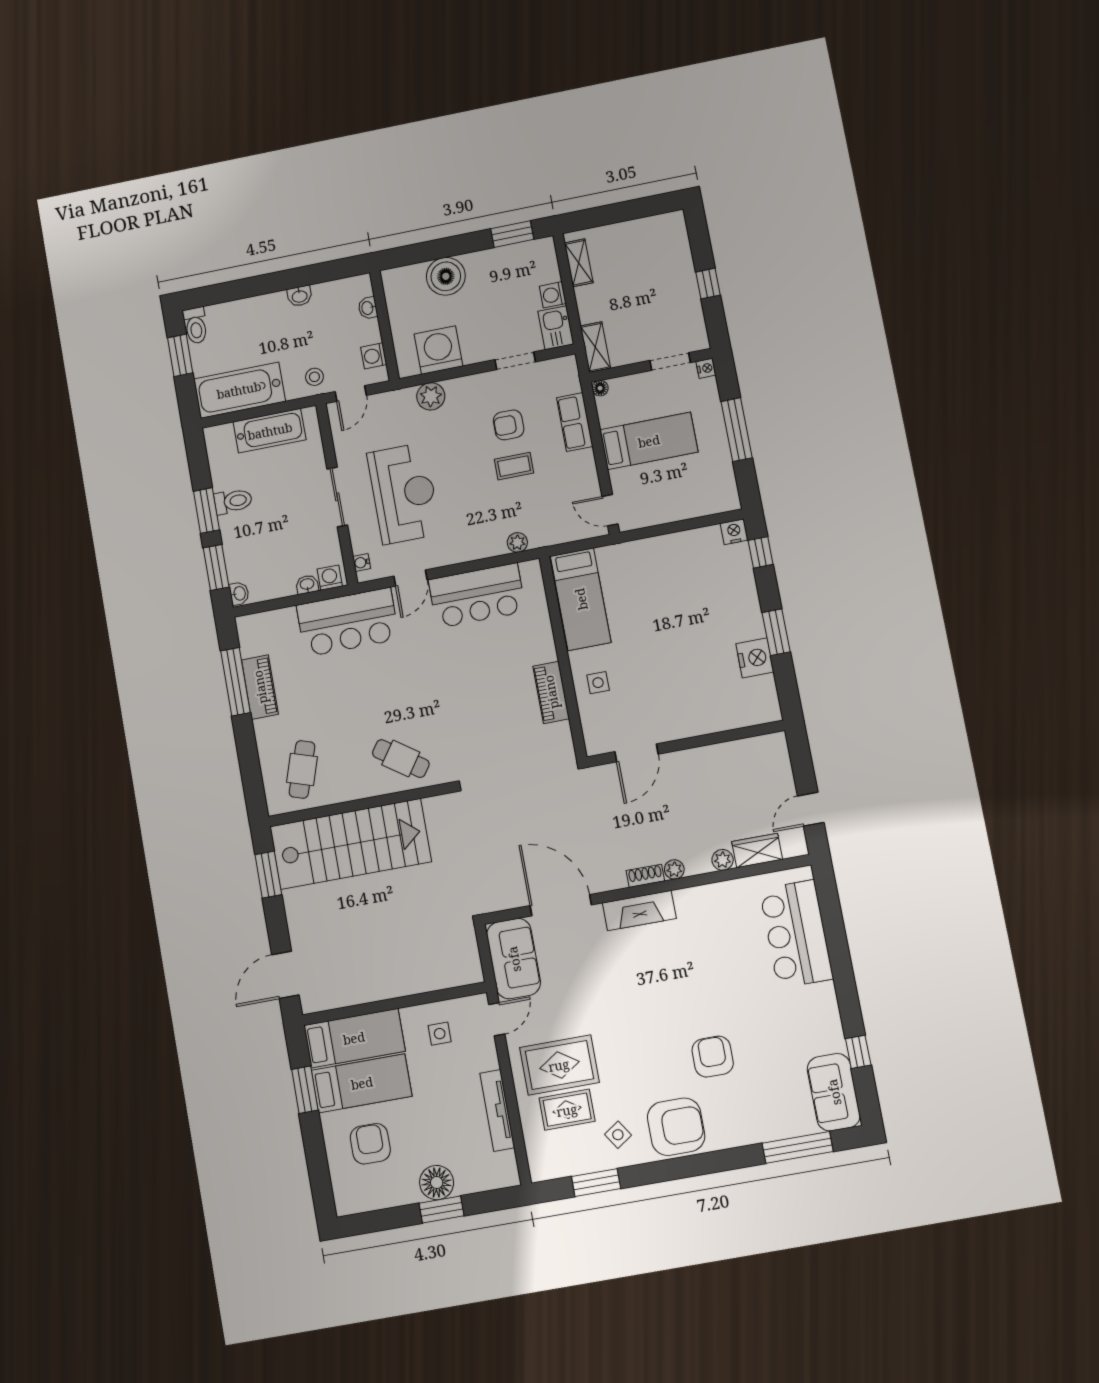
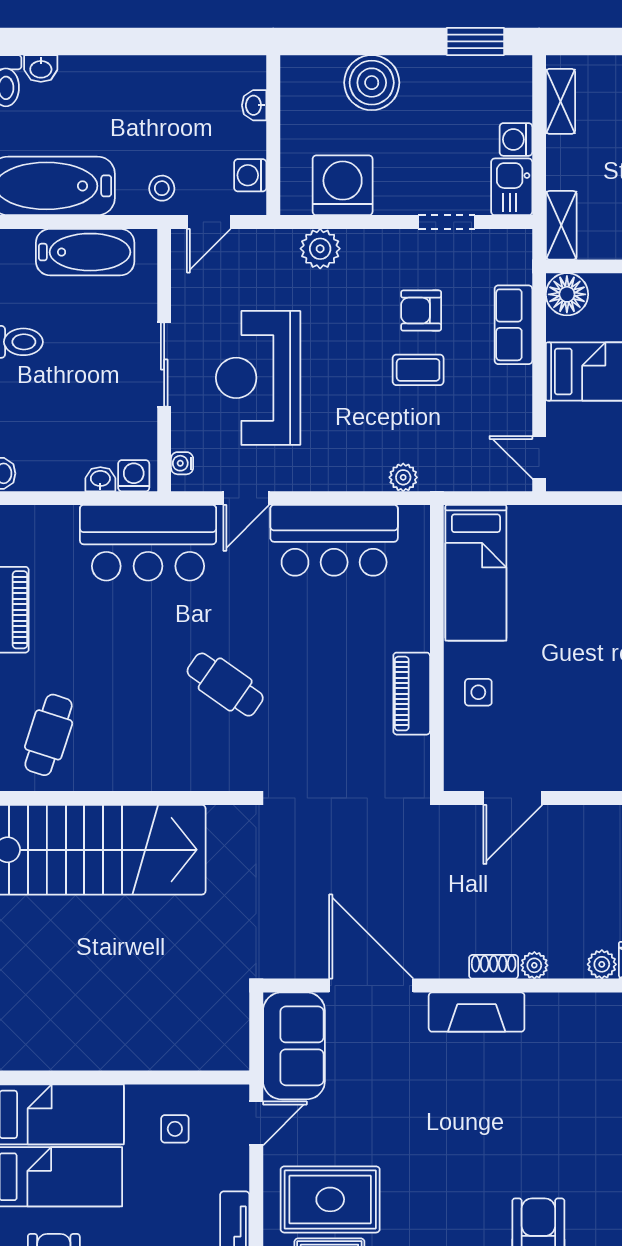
washbasin: (299, 296) -> (41, 69), moved
floor lamp: (600, 388) -> (567, 294), width x1.89, depth x1.89
reception desk: (404, 493) -> (258, 378), turned 180
cafe table: (401, 759) -> (225, 685), moved

